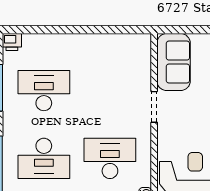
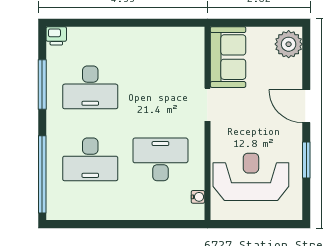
desk: (44, 91) -> (90, 87), turned 180

